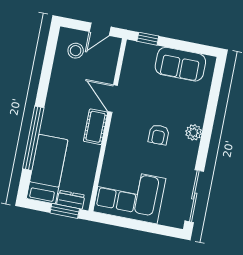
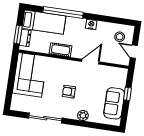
window: (148, 39) -> (127, 94), moved
nightstand: (54, 95) -> (91, 25), added
cot: (95, 127) -> (61, 50), moved
plant: (194, 132) -> (83, 115), moved
sliding door: (194, 196) -> (45, 118), moved

